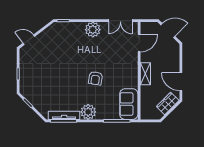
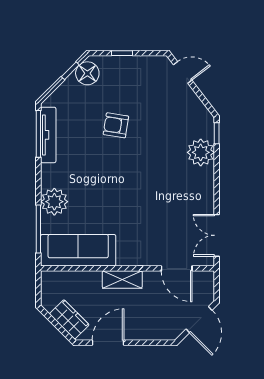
plant: (93, 30) -> (201, 152), moved
door: (29, 40) -> (183, 72), hinge flipped
armchair: (95, 78) -> (116, 125), moved
floor lamp: (29, 93) -> (87, 73), added
sofa: (129, 104) -> (78, 250), width x1.36
plant: (88, 112) -> (54, 202), moved

